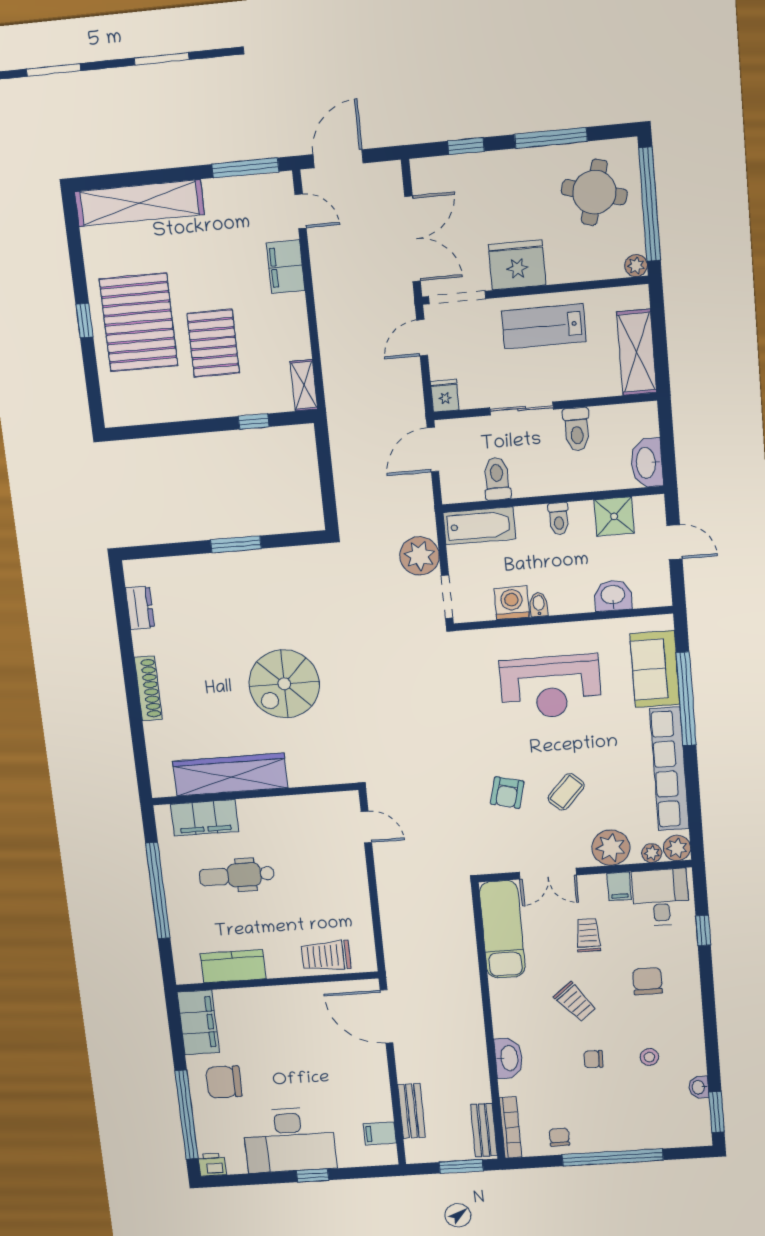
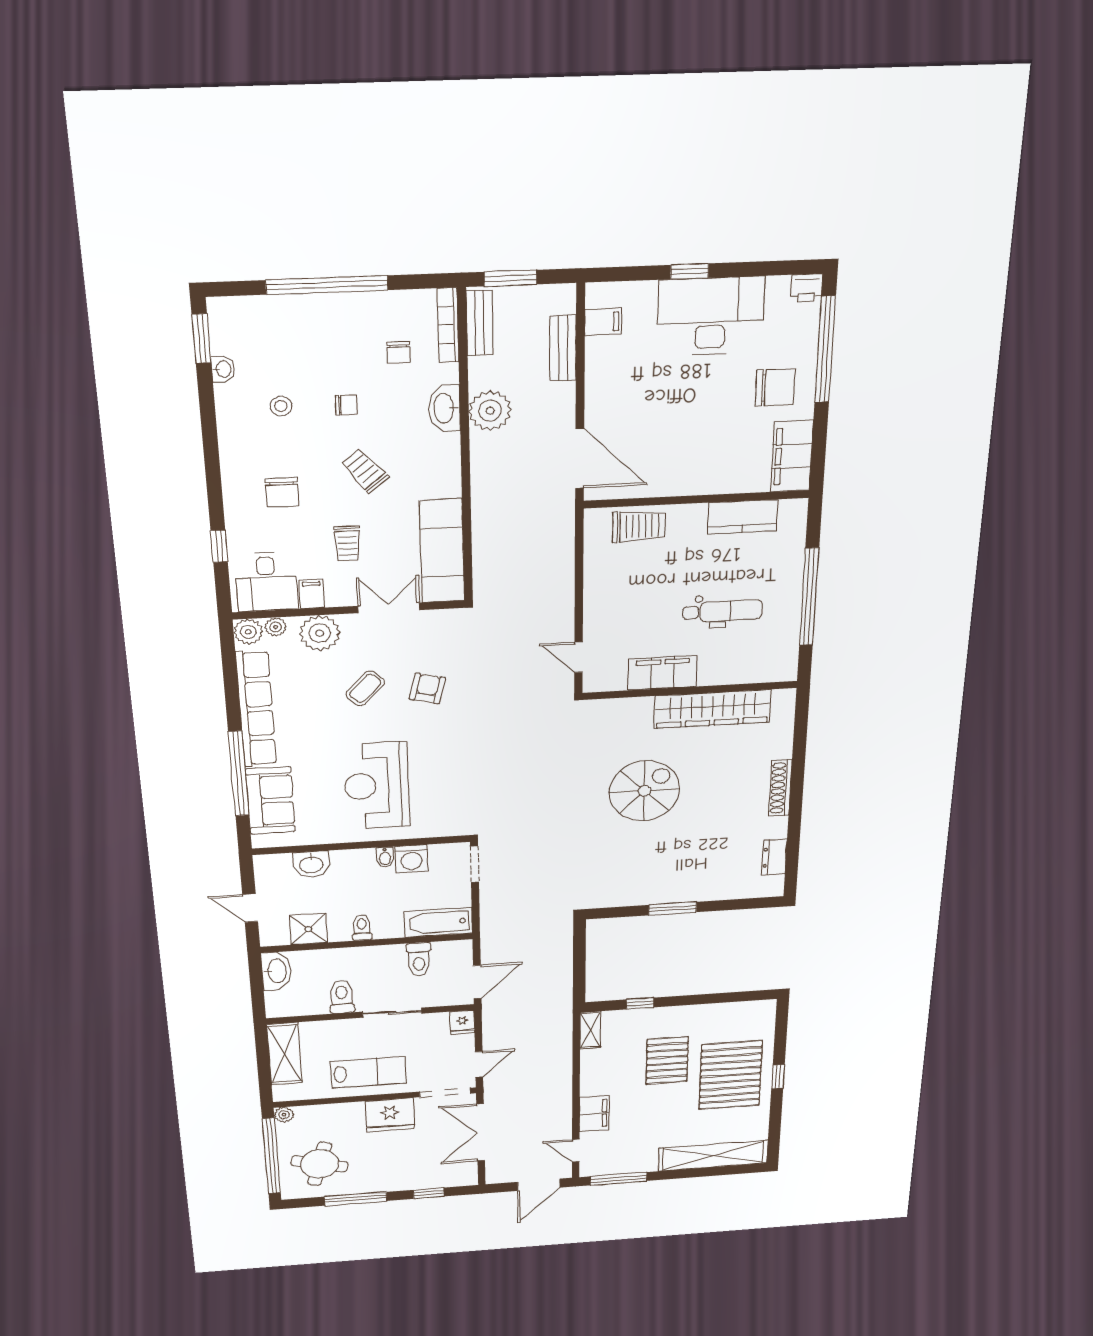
plant: (420, 556) -> (490, 411), moved
reception desk: (551, 687) -> (377, 786), turned -90
filing cabinet: (205, 818) -> (663, 673), moved
chair: (559, 1137) -> (399, 352), moved

